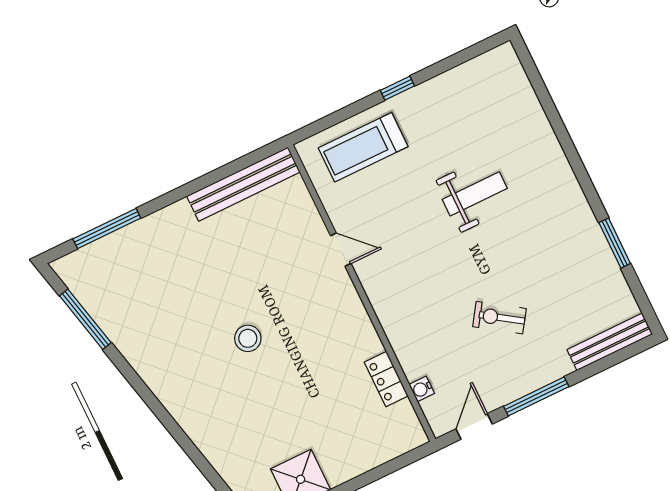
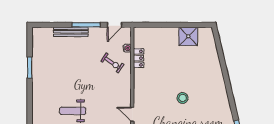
exercise bike: (499, 318) -> (112, 63), moved
bench: (610, 342) -> (71, 32), moved

